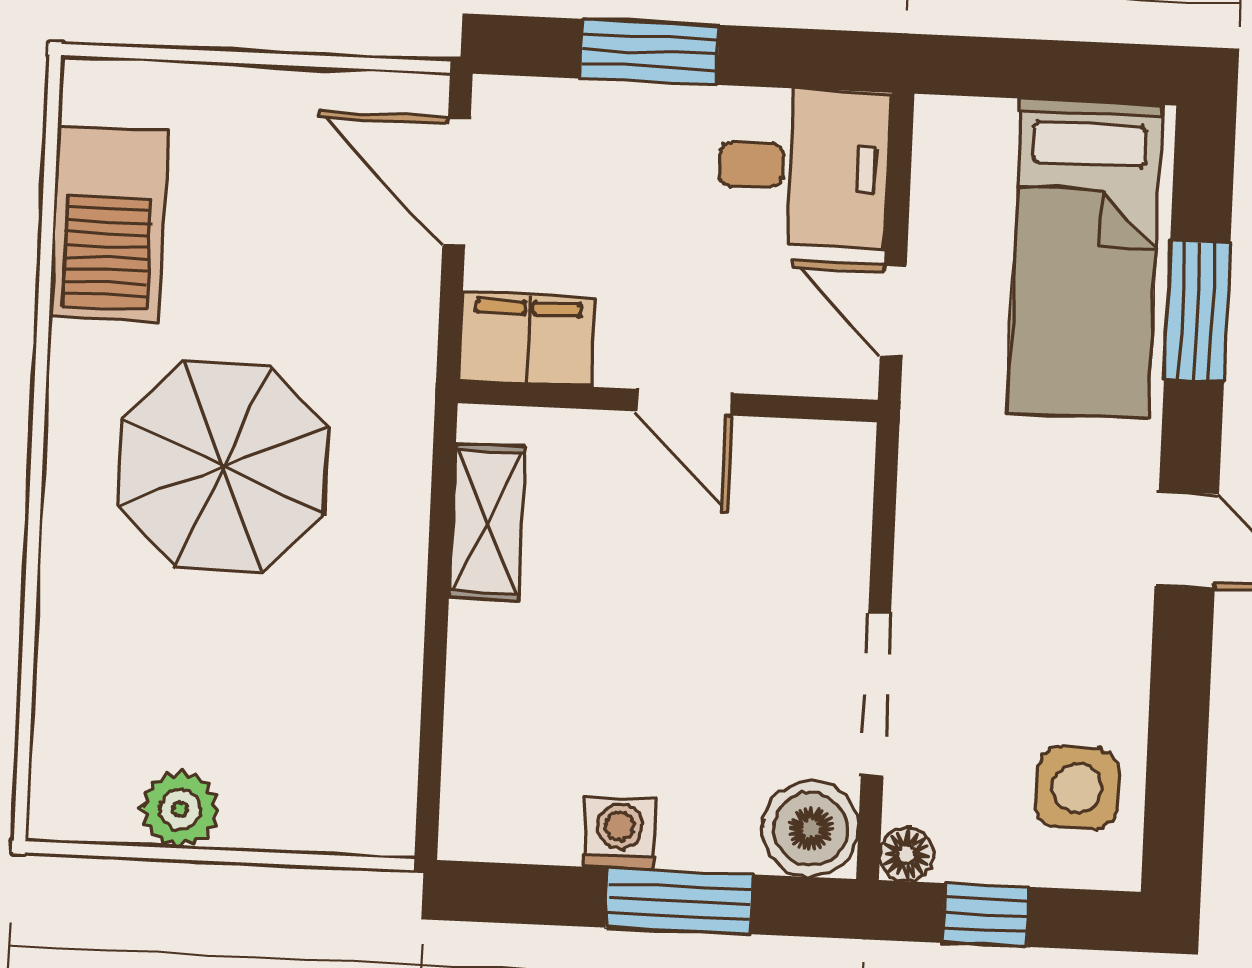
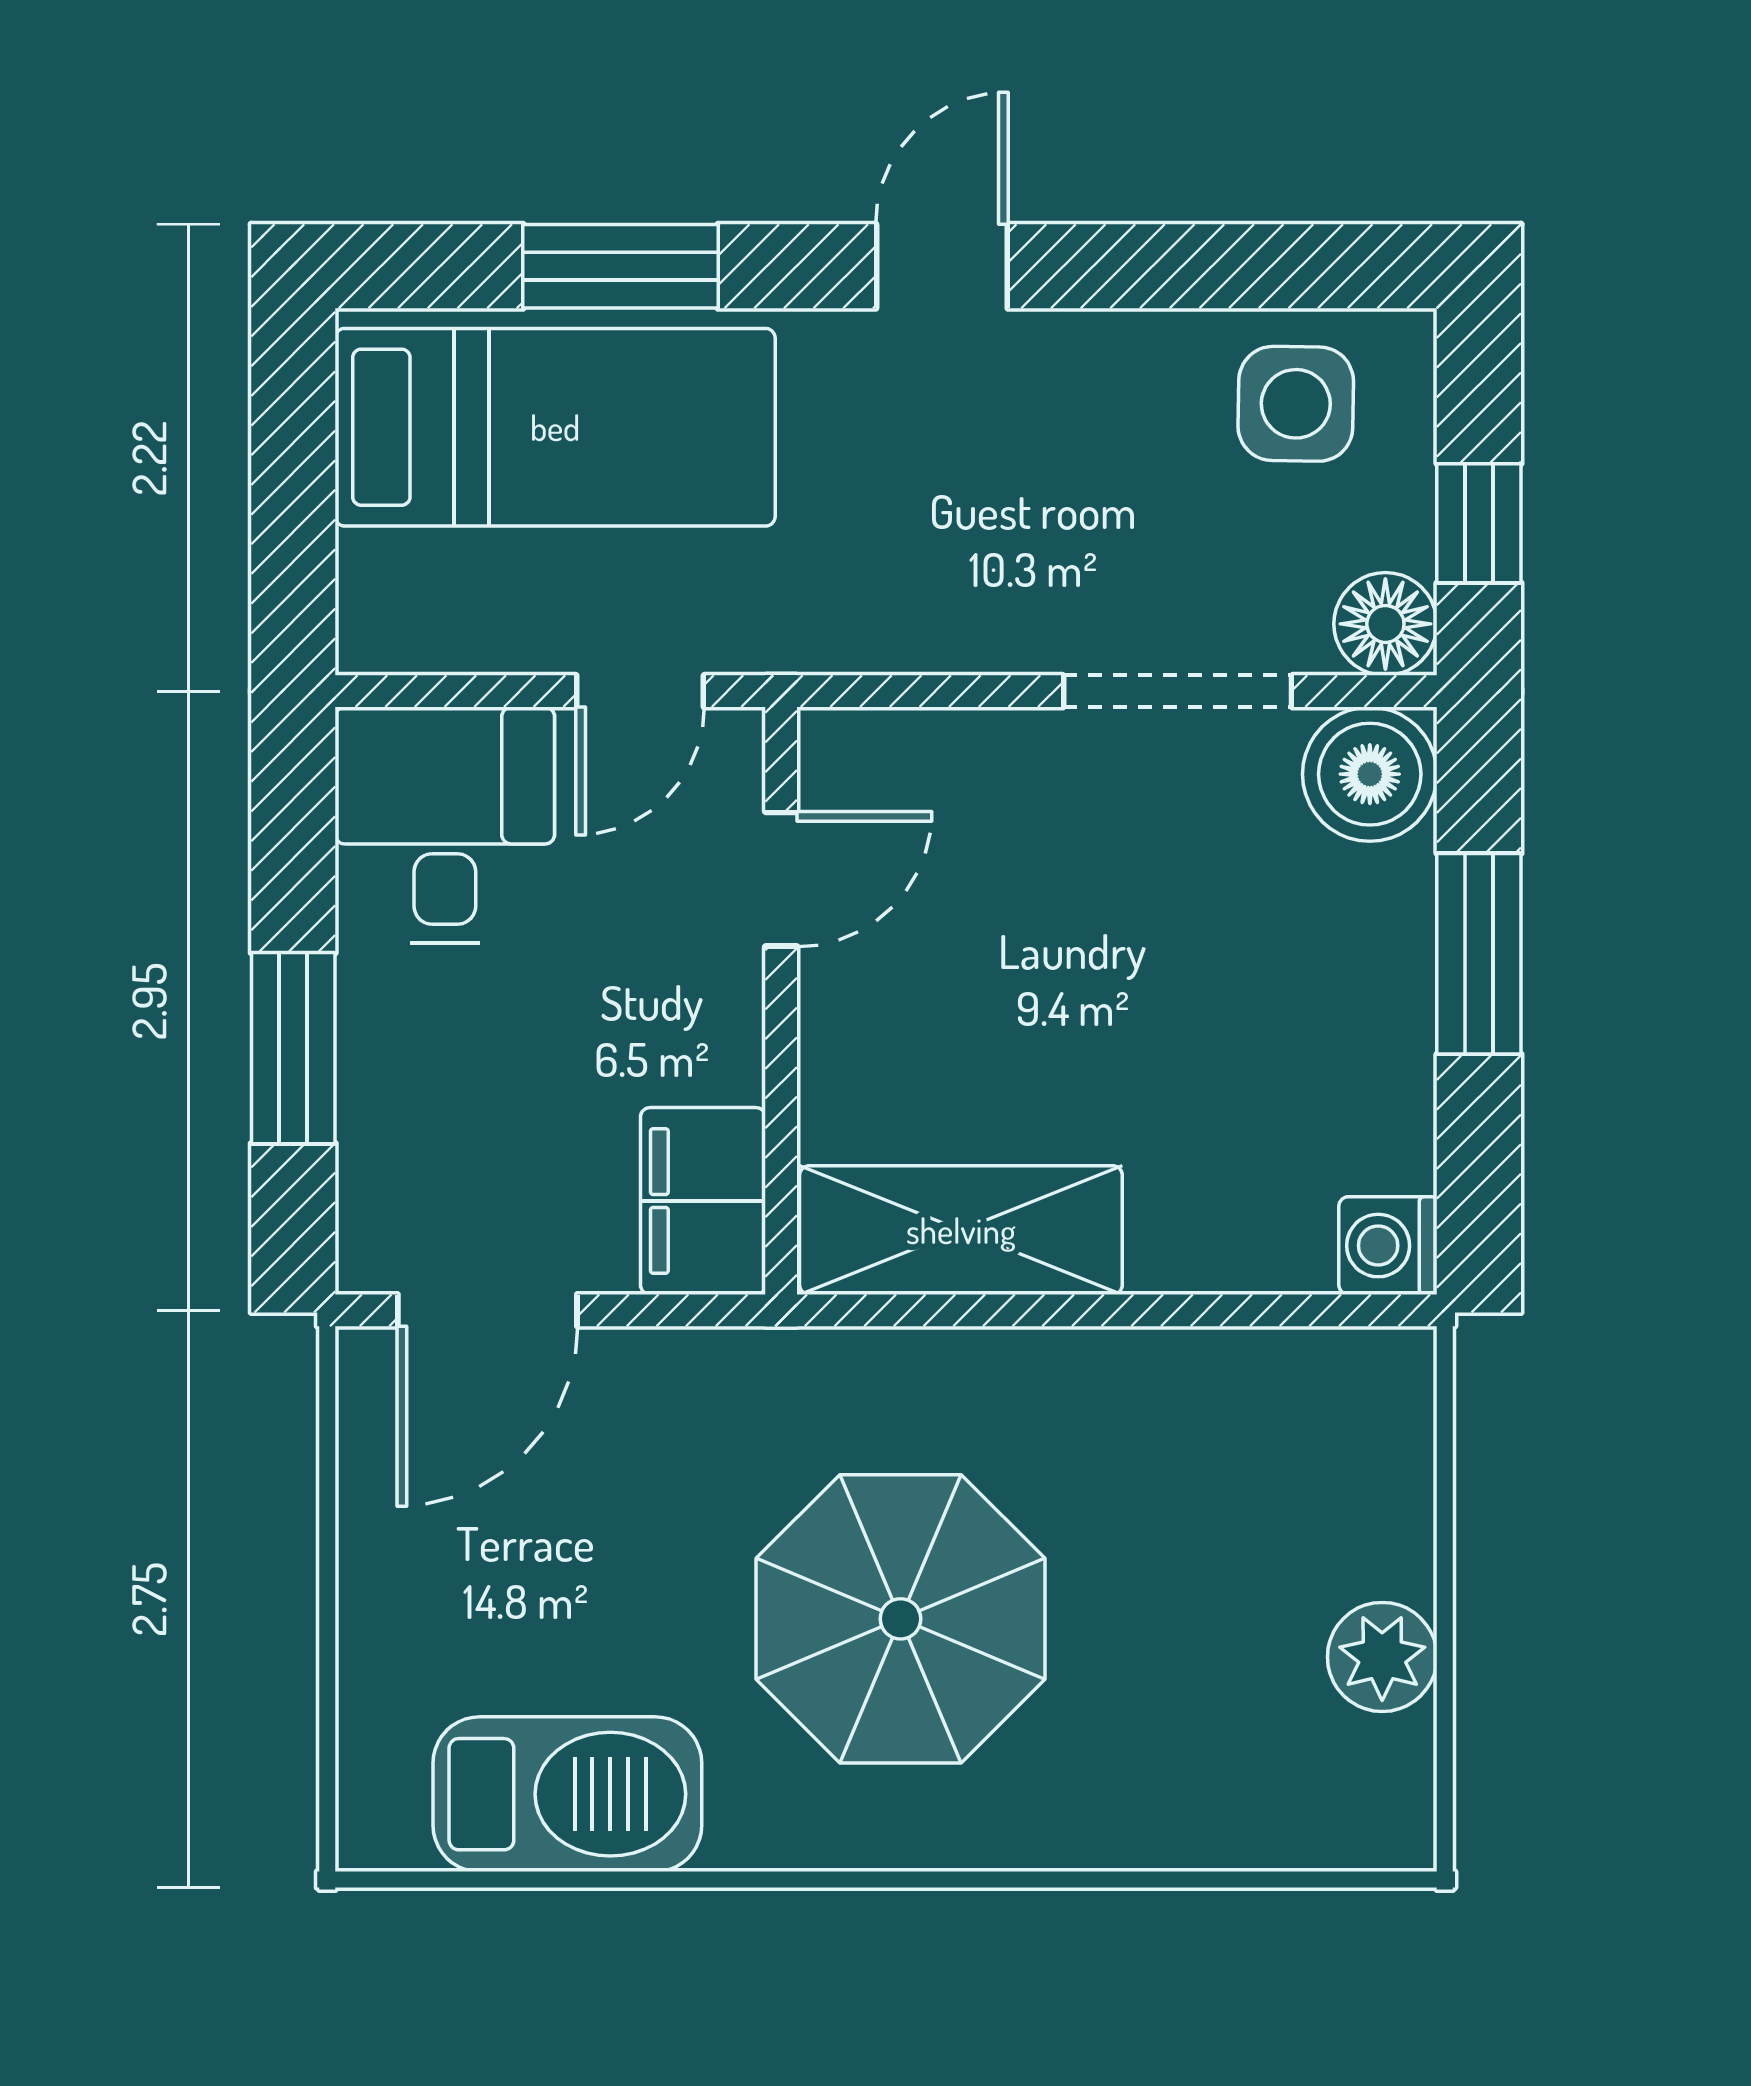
door: (684, 402) -> (781, 879), moved
shelving: (487, 522) -> (961, 1230), width x1.50, depth x1.33
washing machine: (620, 833) -> (1388, 1246), moved
floor lamp: (907, 854) -> (1385, 624), width x1.37, depth x1.37

